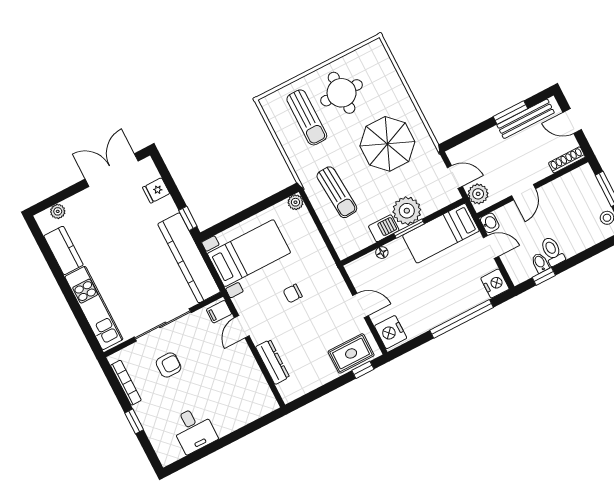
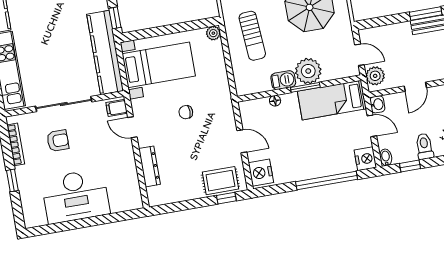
bidet: (540, 263) -> (386, 157), moved
door: (242, 327) -> (132, 127), hinge flipped
desk: (194, 430) -> (76, 196), width x1.87, depth x1.30

